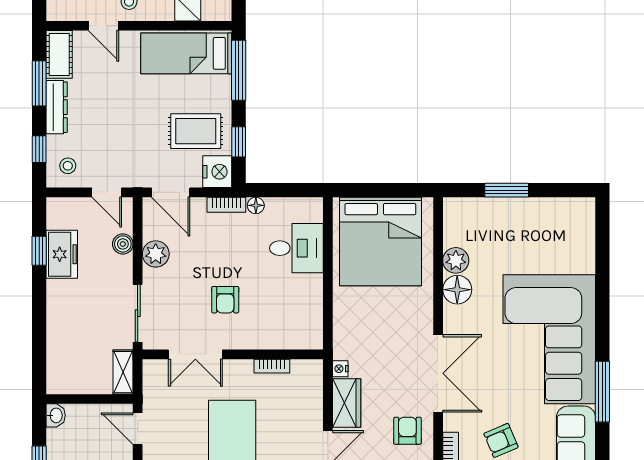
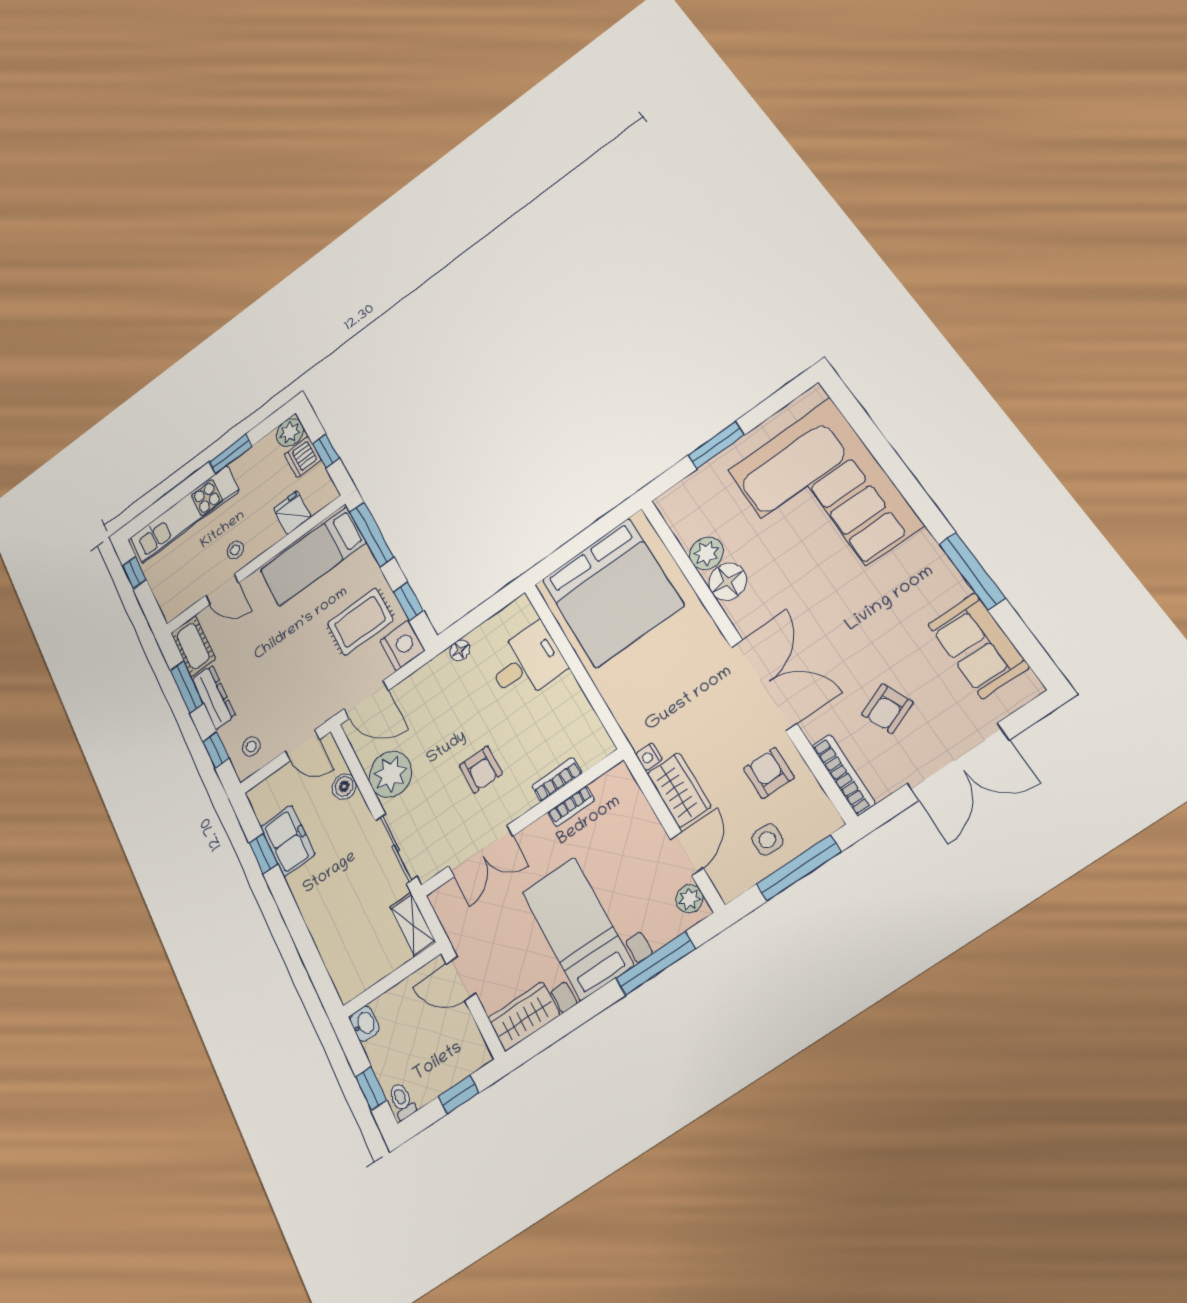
bookcase: (226, 205) -> (557, 780), moved, turned 180
plant: (156, 254) -> (390, 774), width x1.36, depth x1.36
corner sofa: (549, 339) -> (824, 497), moved

